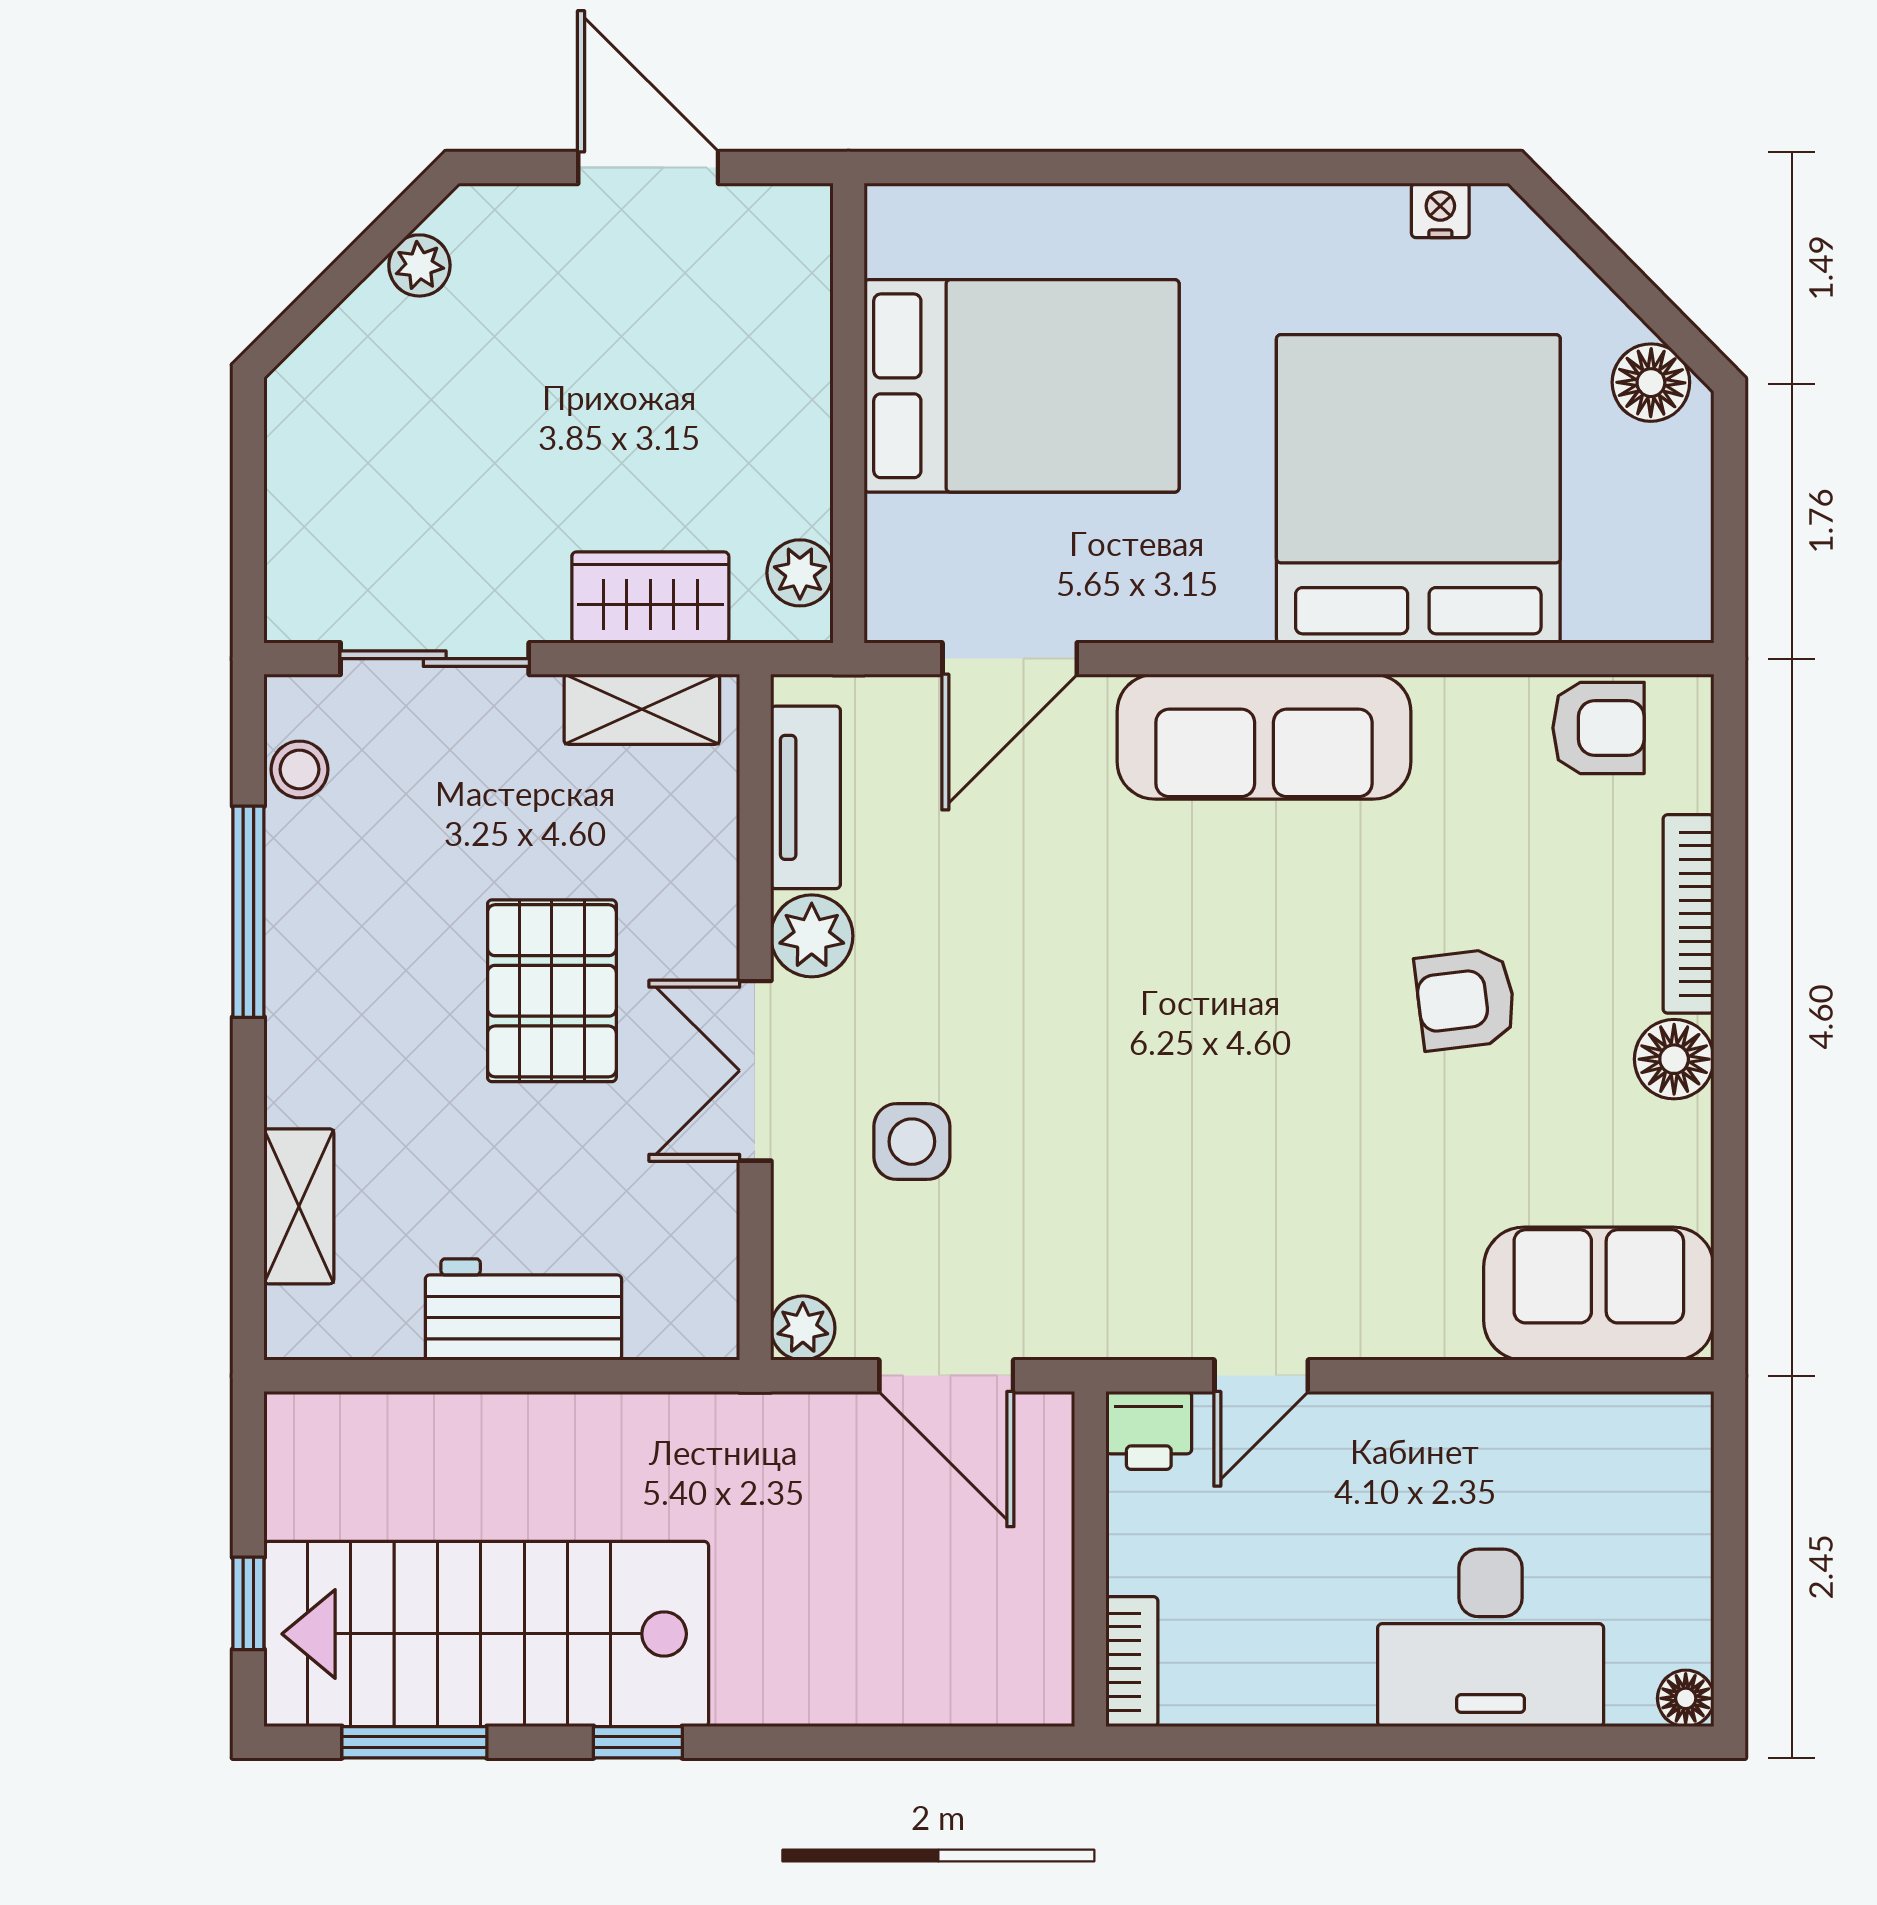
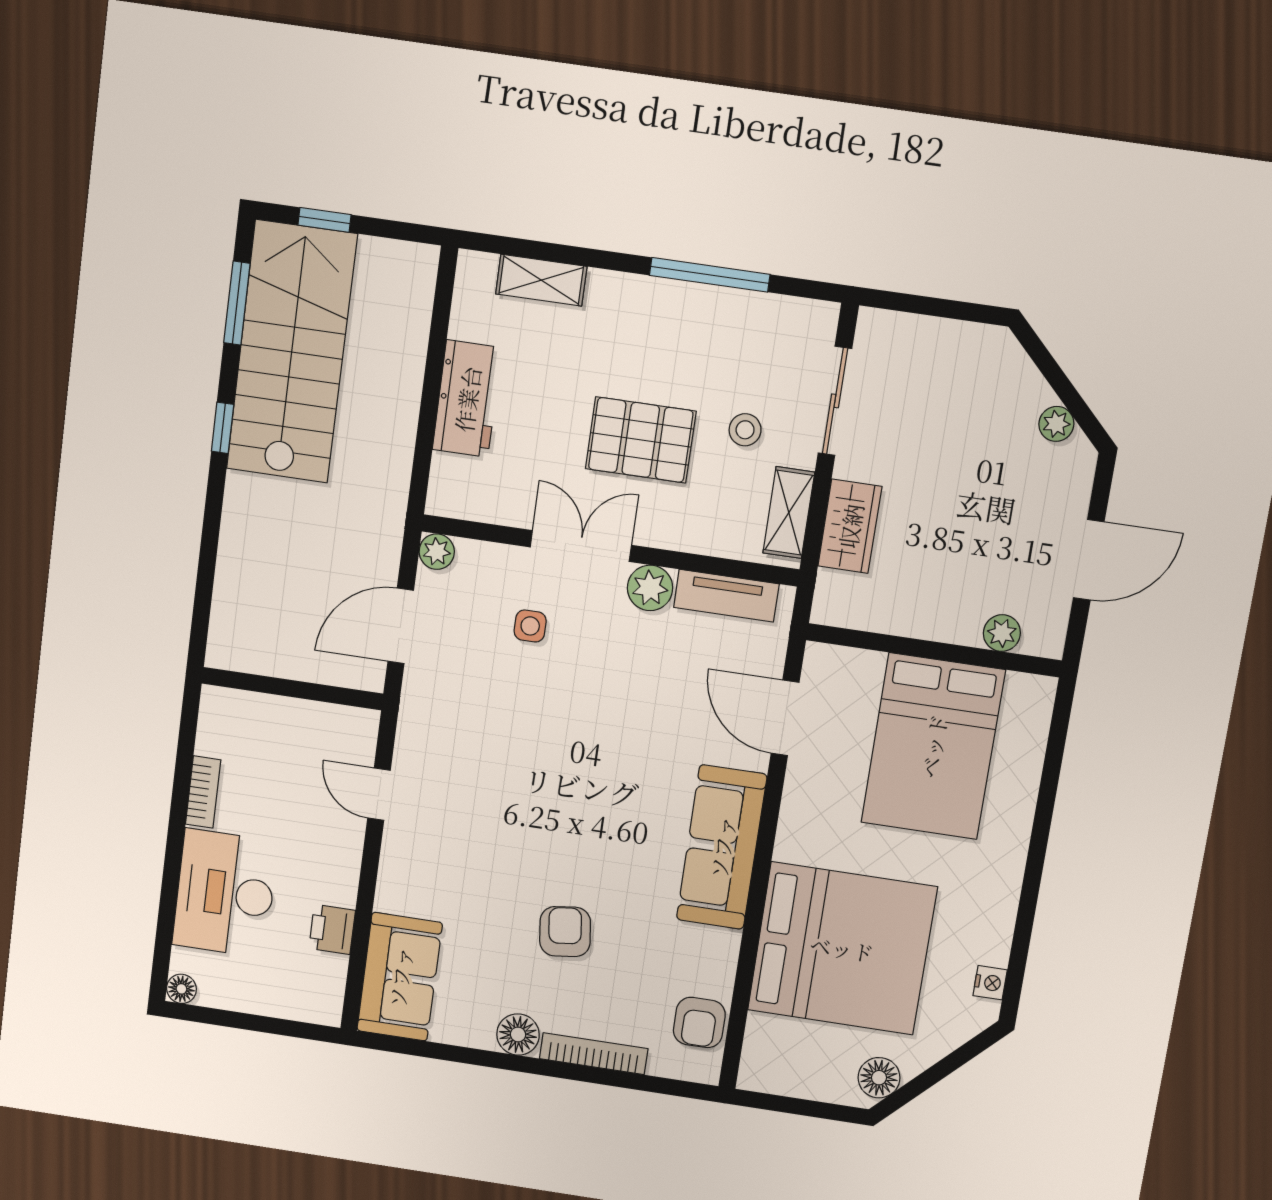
plant: (800, 573) -> (1002, 633), moved
stool: (300, 769) -> (745, 430), moved
side table: (912, 1142) -> (530, 626), width x0.73, depth x0.73
printer: (1149, 1430) -> (332, 929), moved
bookcase: (1132, 1662) -> (203, 792), moved, turned -90

